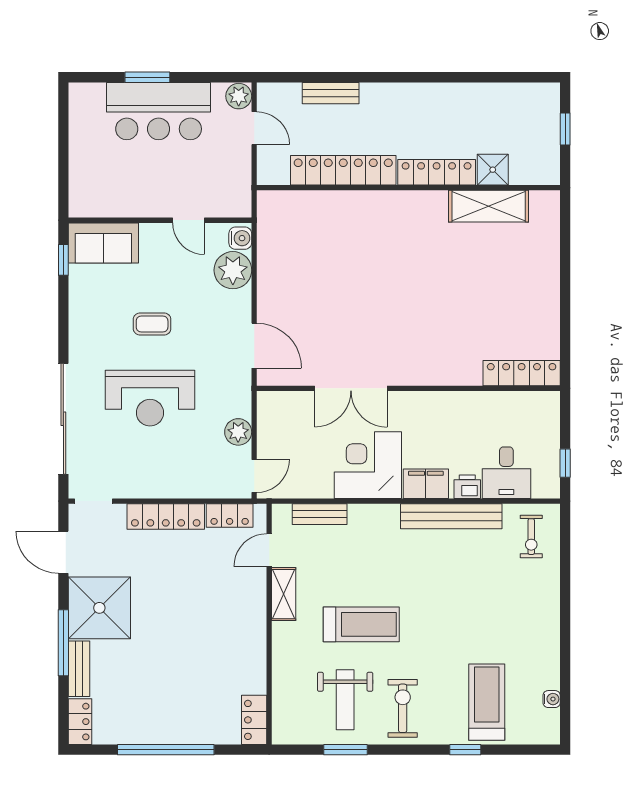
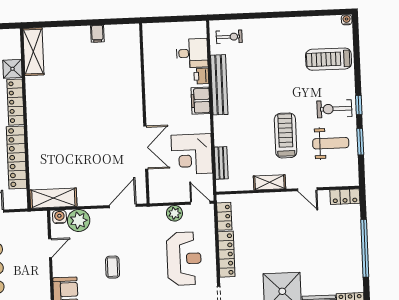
shelving: (489, 206) -> (33, 52), moved
shelving: (272, 229) -> (53, 198), added
filing cabinet: (546, 315) -> (97, 34), added
locker: (522, 373) -> (132, 47), removed
reception desk: (150, 398) -> (184, 259), moved
window: (565, 463) -> (185, 19), removed
corner desk: (368, 465) -> (192, 154), moved
door: (269, 550) -> (307, 189), moved
water cooler: (552, 699) -> (347, 20), moved
window: (465, 750) -> (359, 105), moved

